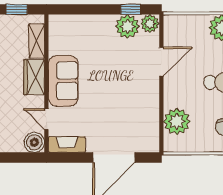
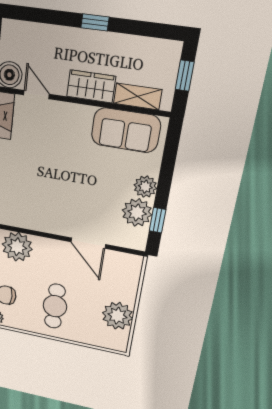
plant: (150, 24) -> (145, 187), moved
sofa: (63, 81) -> (126, 130), moved
door: (46, 119) -> (36, 95), hinge flipped

